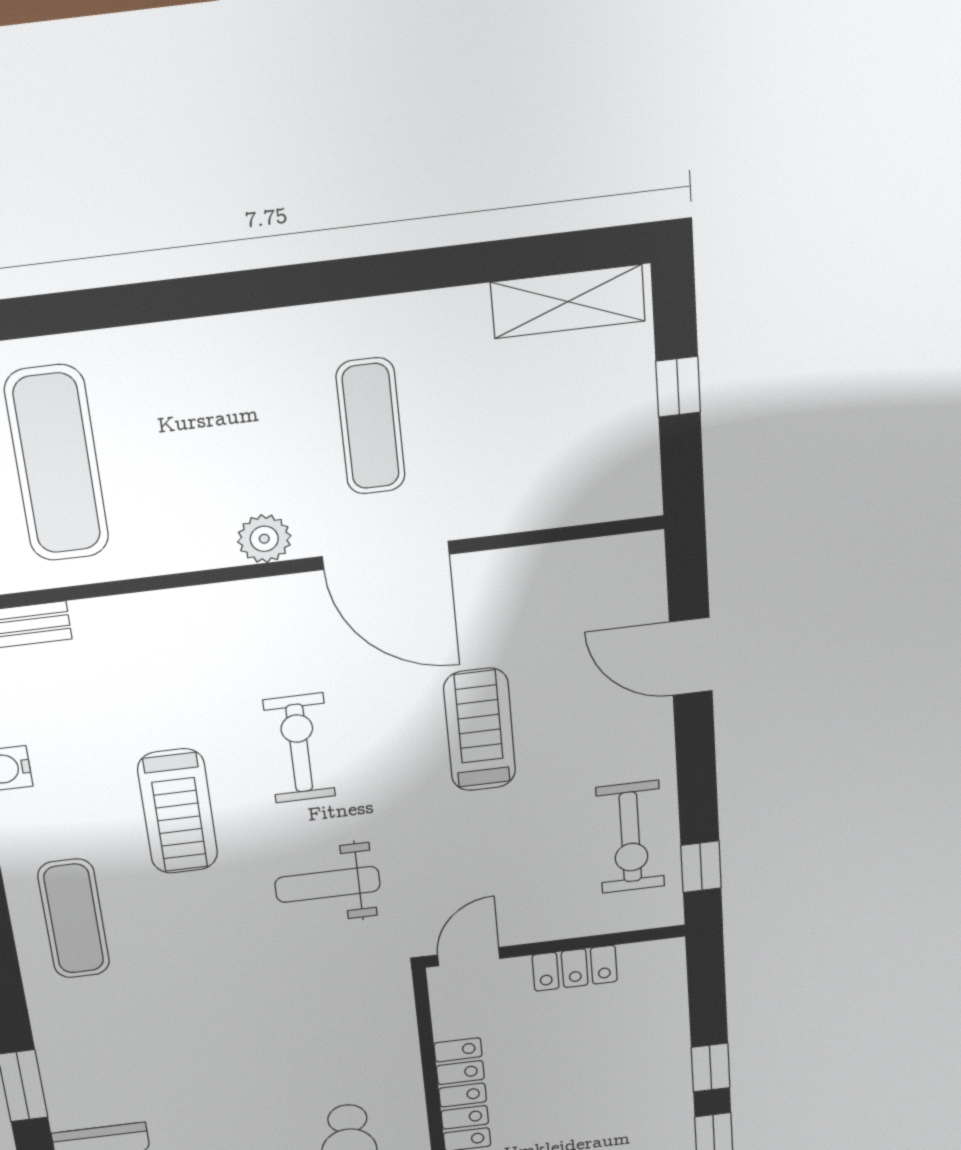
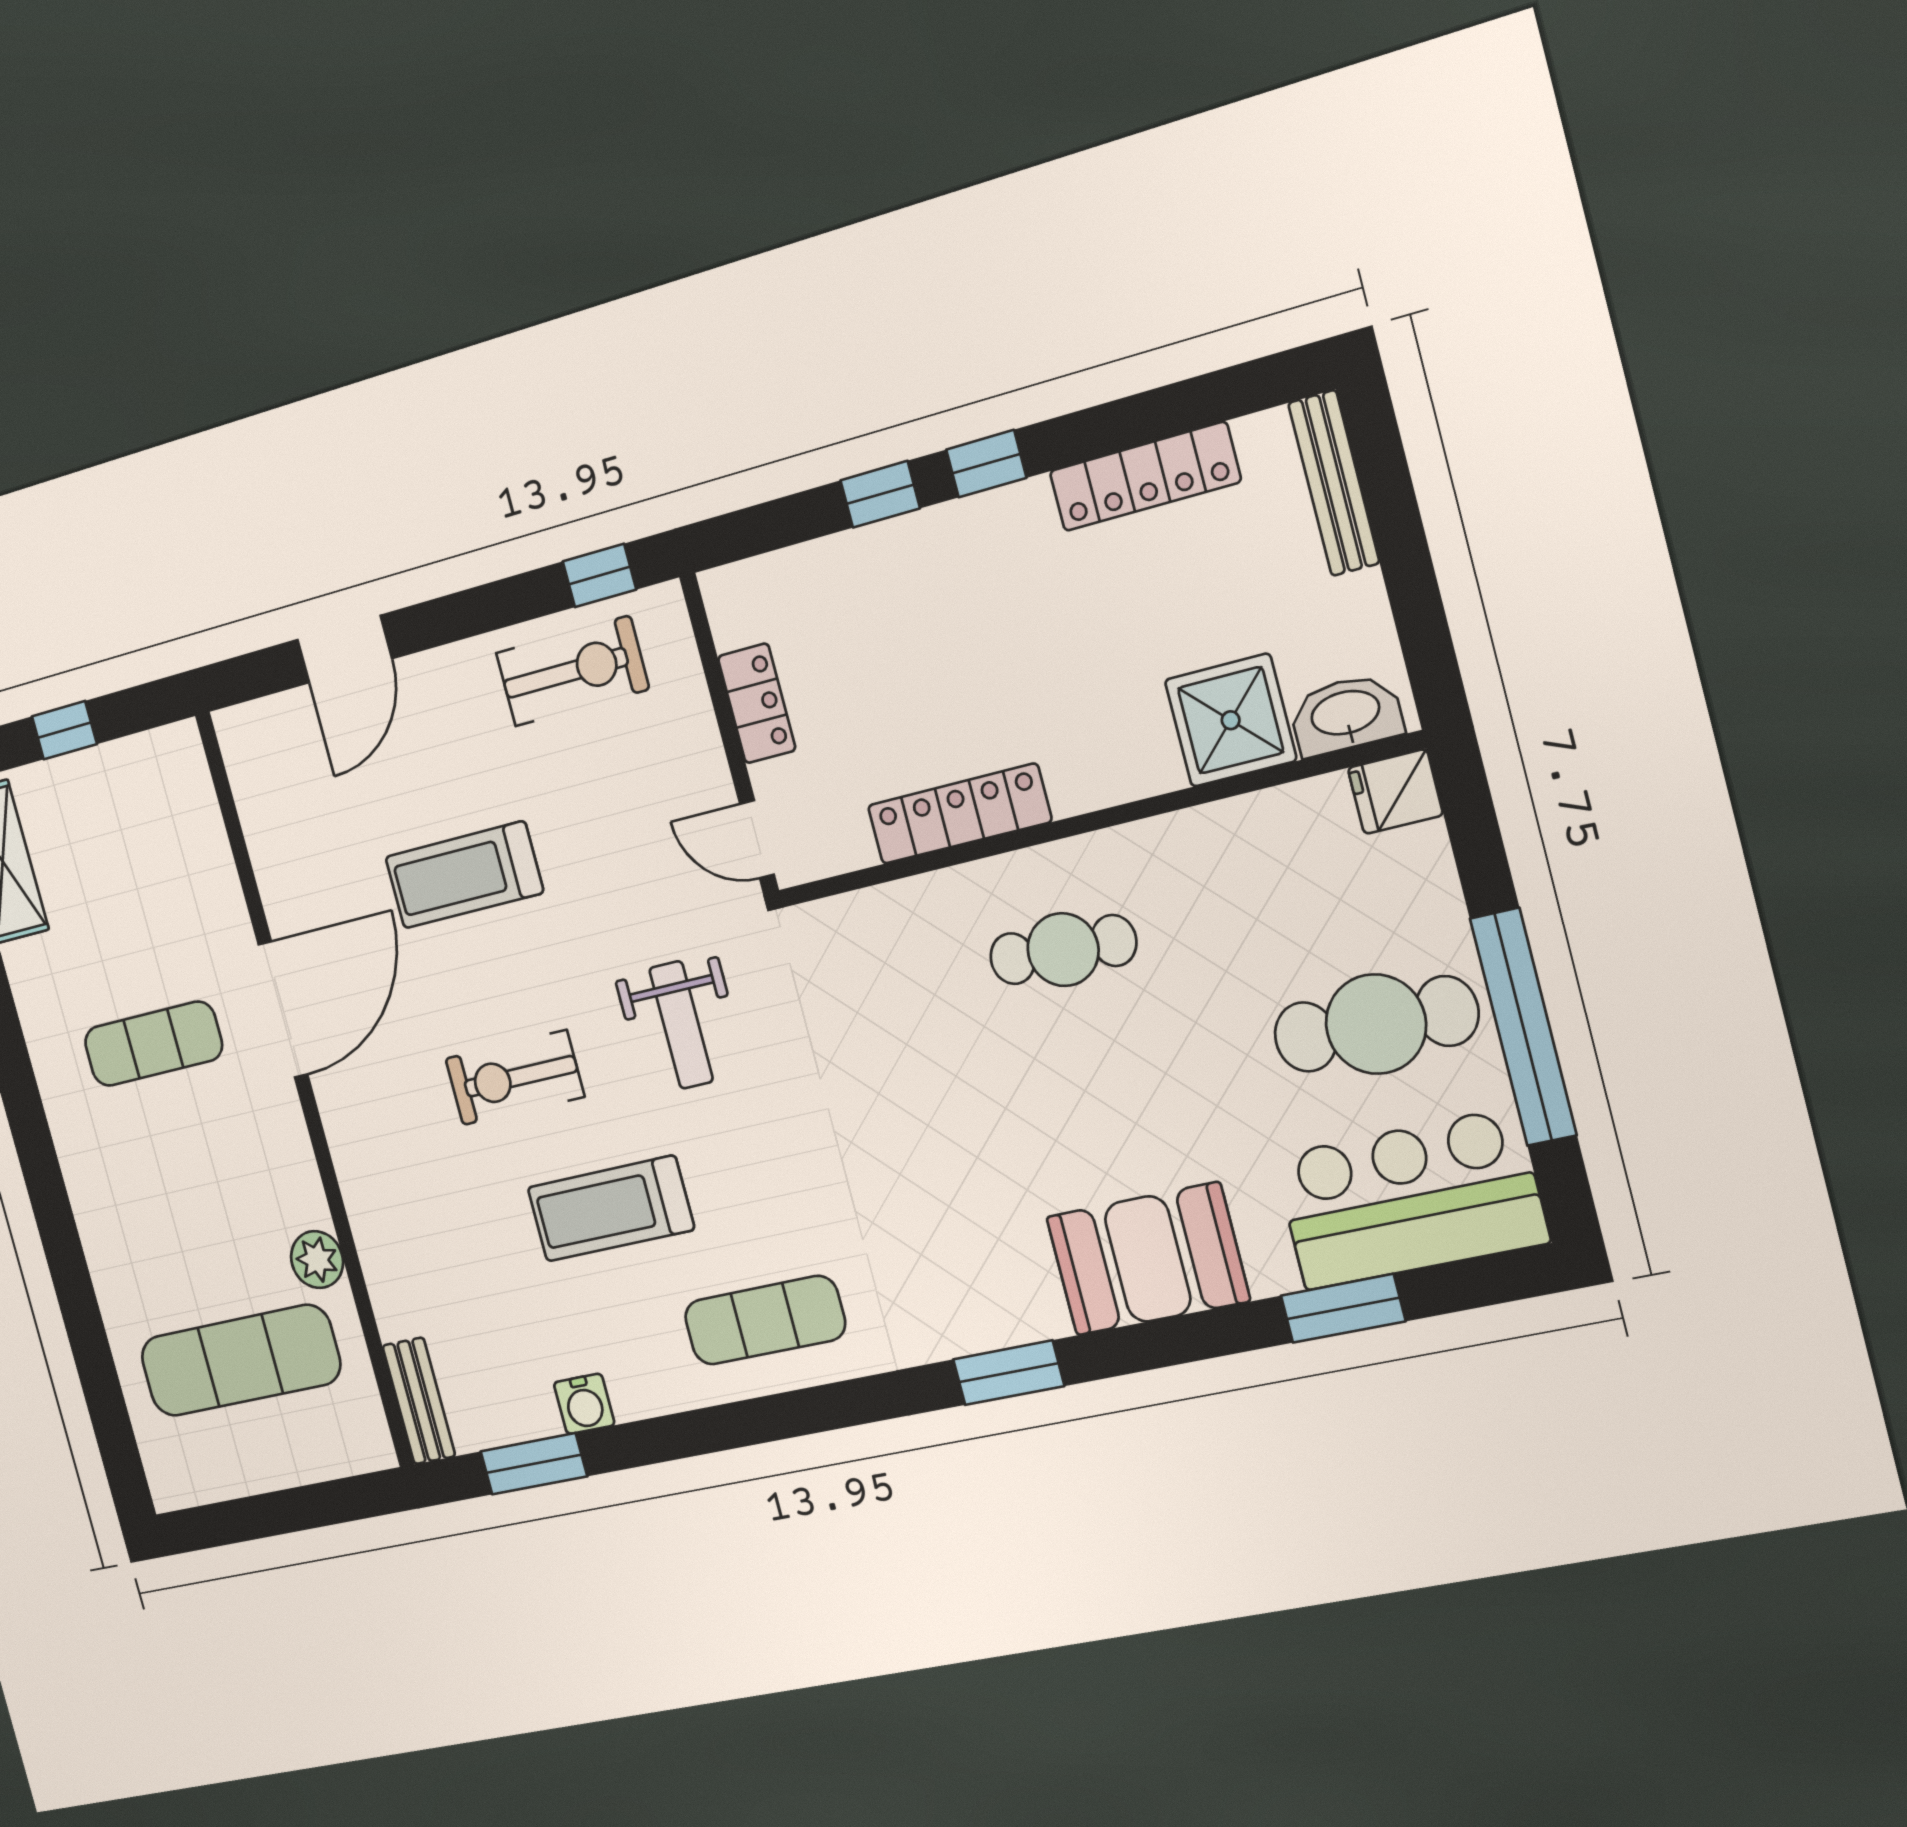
plant: (264, 539) -> (317, 1260), moved
treadmill: (178, 811) -> (611, 1209), turned 180

